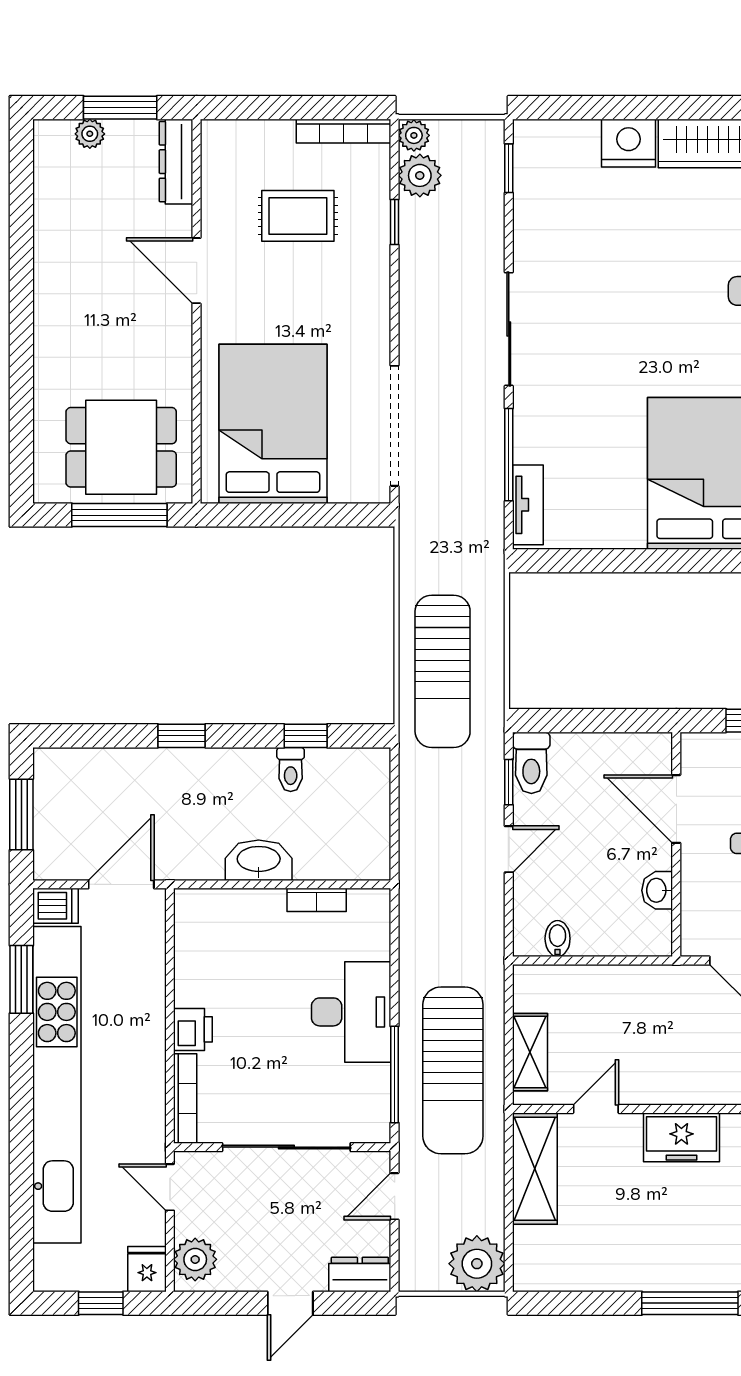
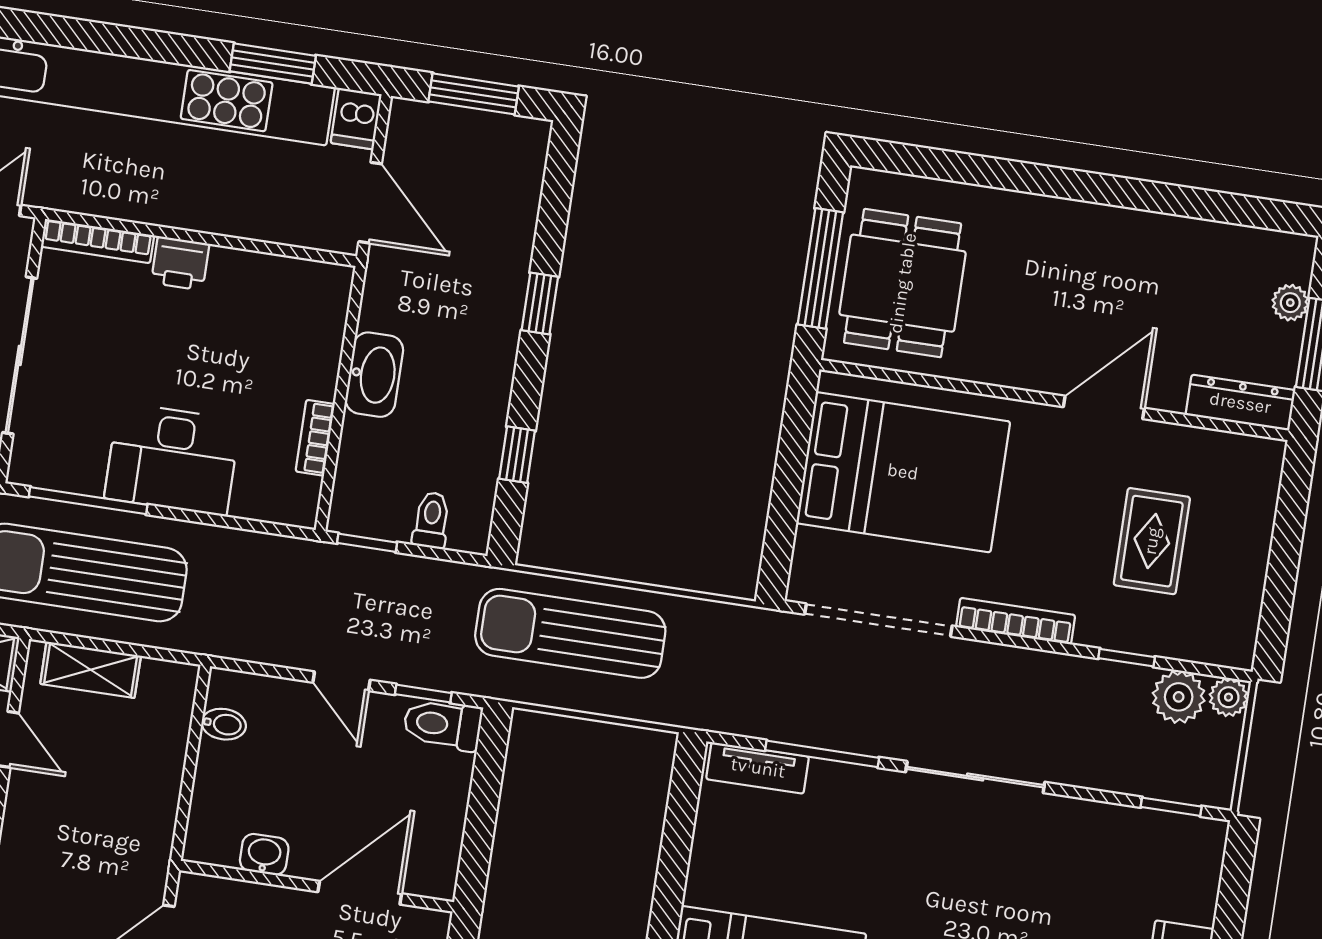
bookcase: (344, 131) -> (1016, 621), moved, turned 90
toilet: (291, 769) -> (431, 520), moved, turned 90
window: (395, 846) -> (367, 543), added

